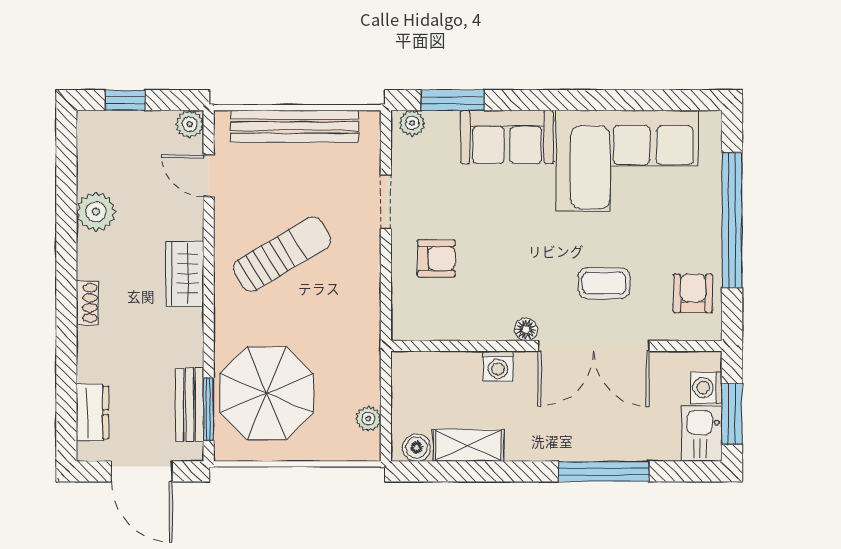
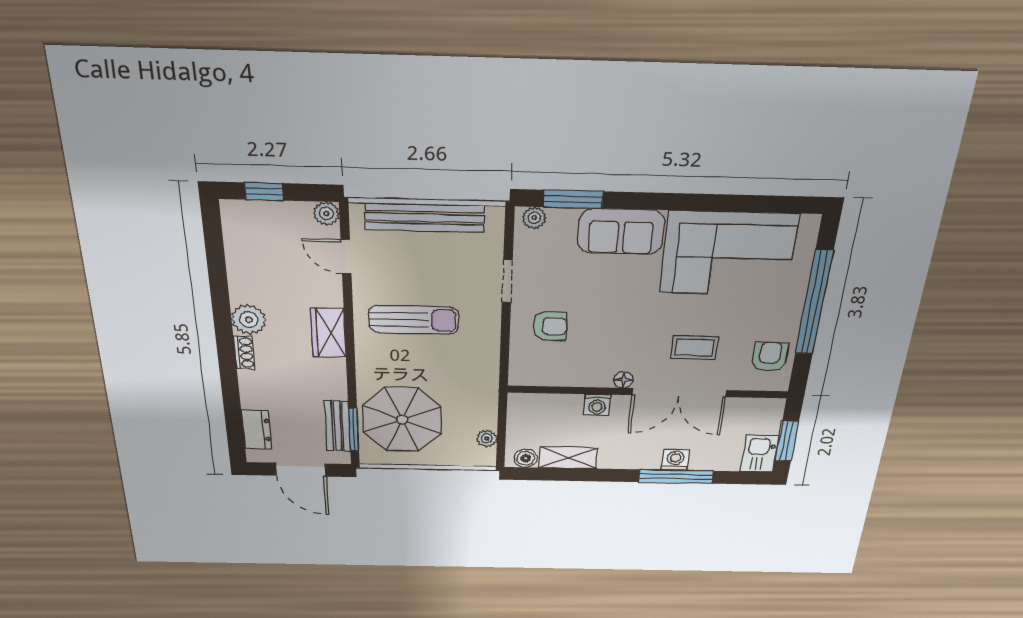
plant: (96, 212) -> (249, 320), moved
sun lounger: (282, 254) -> (414, 320), turned 31
washing machine: (706, 388) -> (675, 460), moved, turned 90

